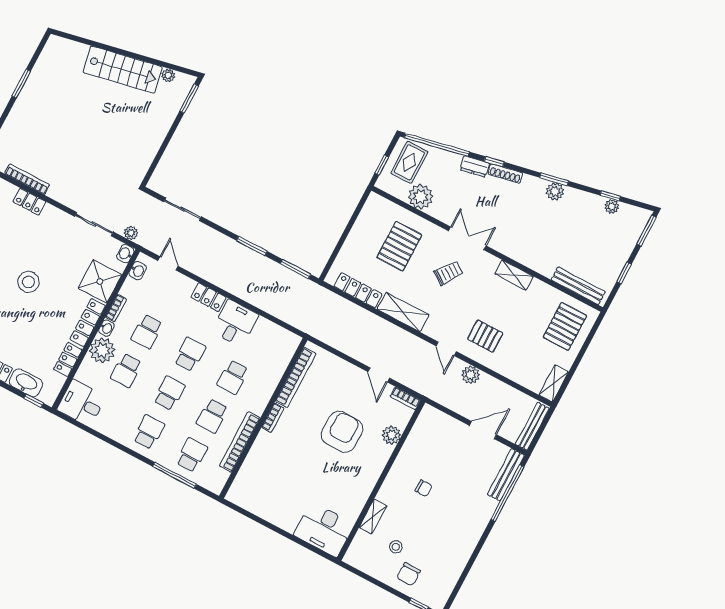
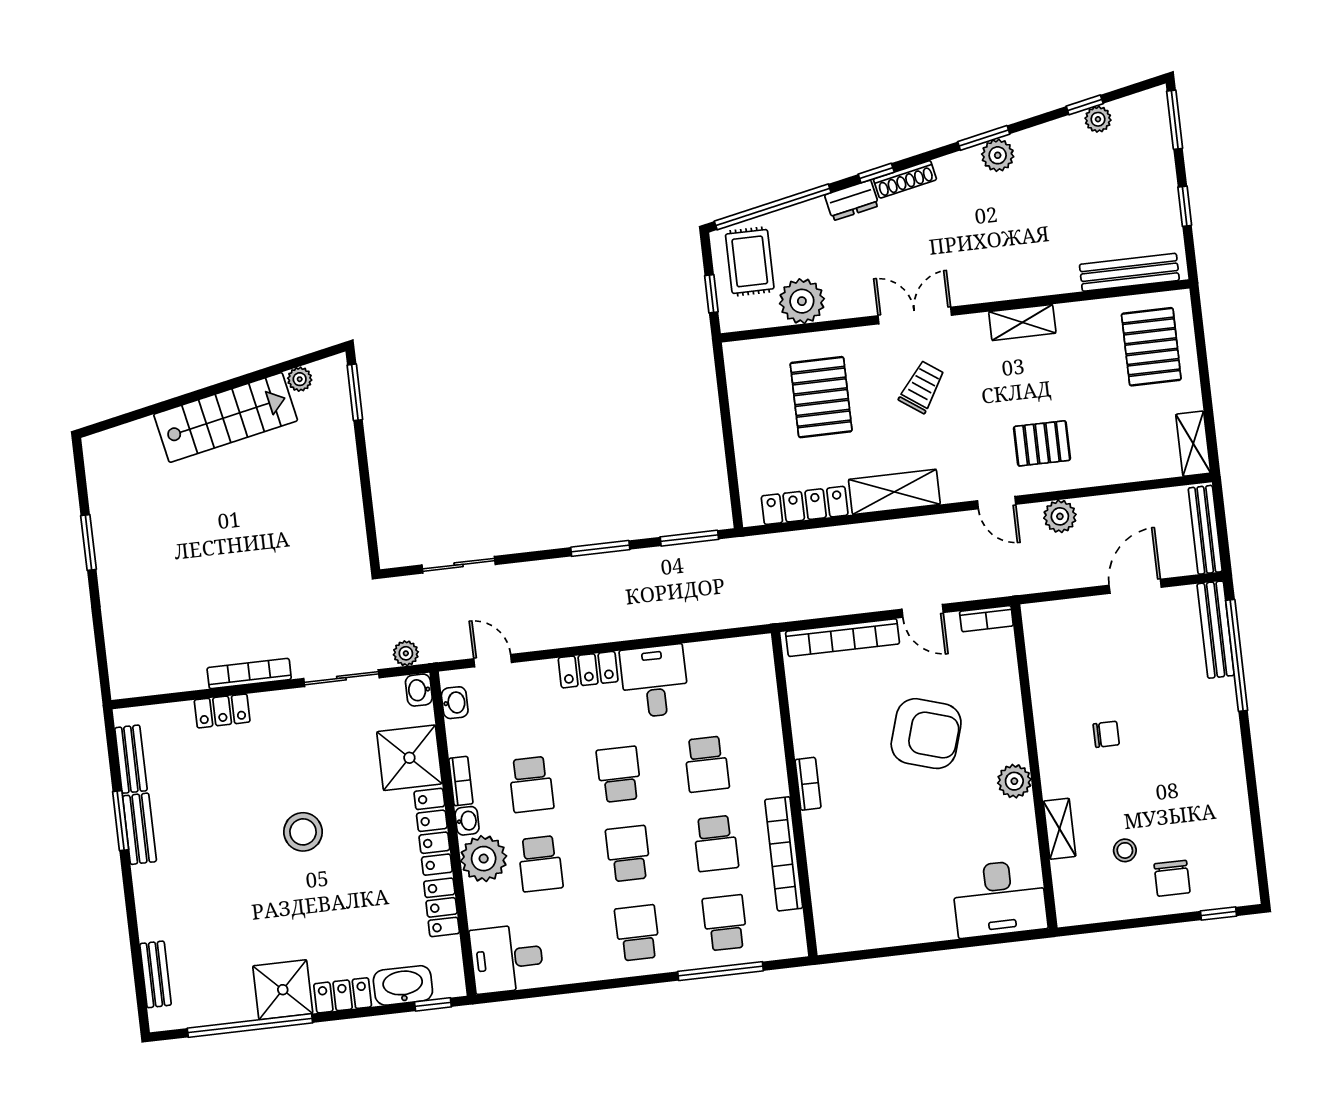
bookcase: (27, 179) -> (249, 673), moved
bookcase: (296, 377) -> (843, 638), moved, turned 90
armchair: (342, 432) -> (926, 734), turned 107
plant: (391, 435) -> (1014, 781), moved

